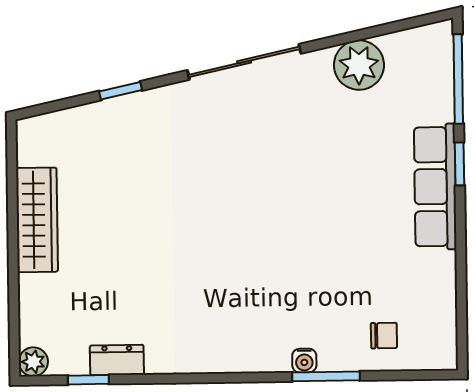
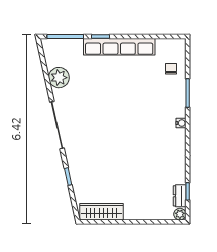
row of seats: (435, 187) -> (119, 47), width x1.36
wardrobe: (37, 220) -> (101, 212), moved
dresser: (117, 360) -> (180, 196), moved
water cooler: (304, 361) -> (181, 123), moved

